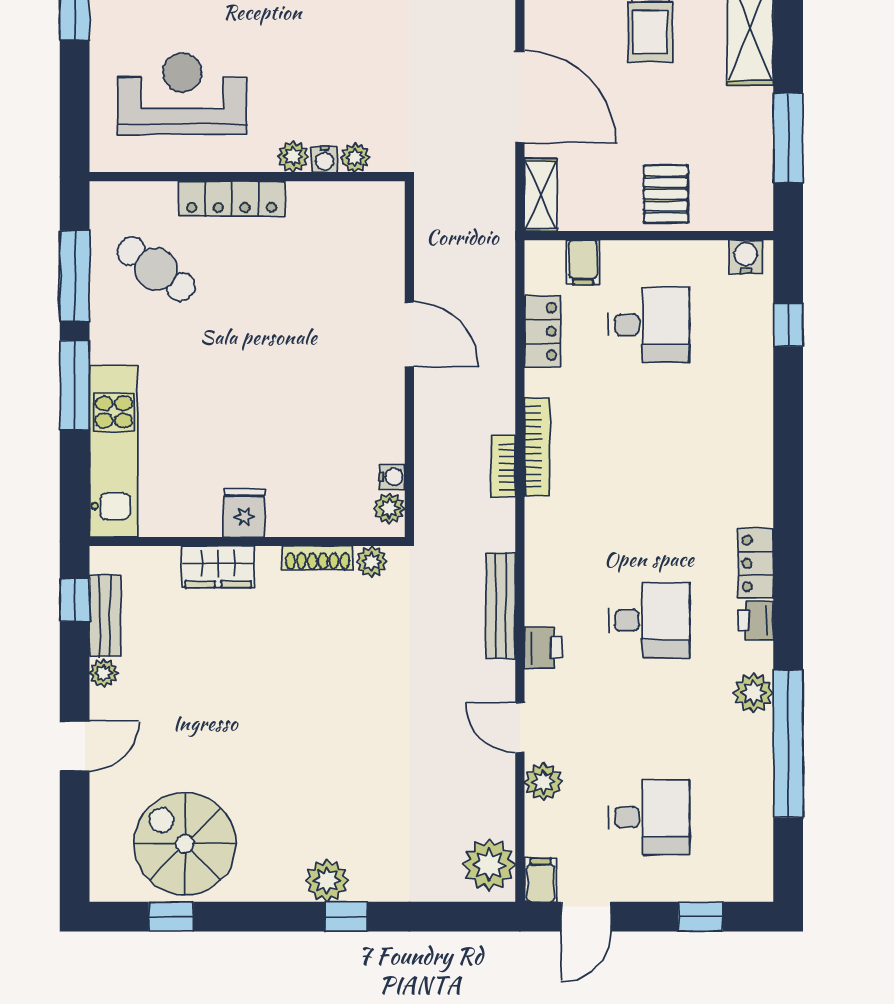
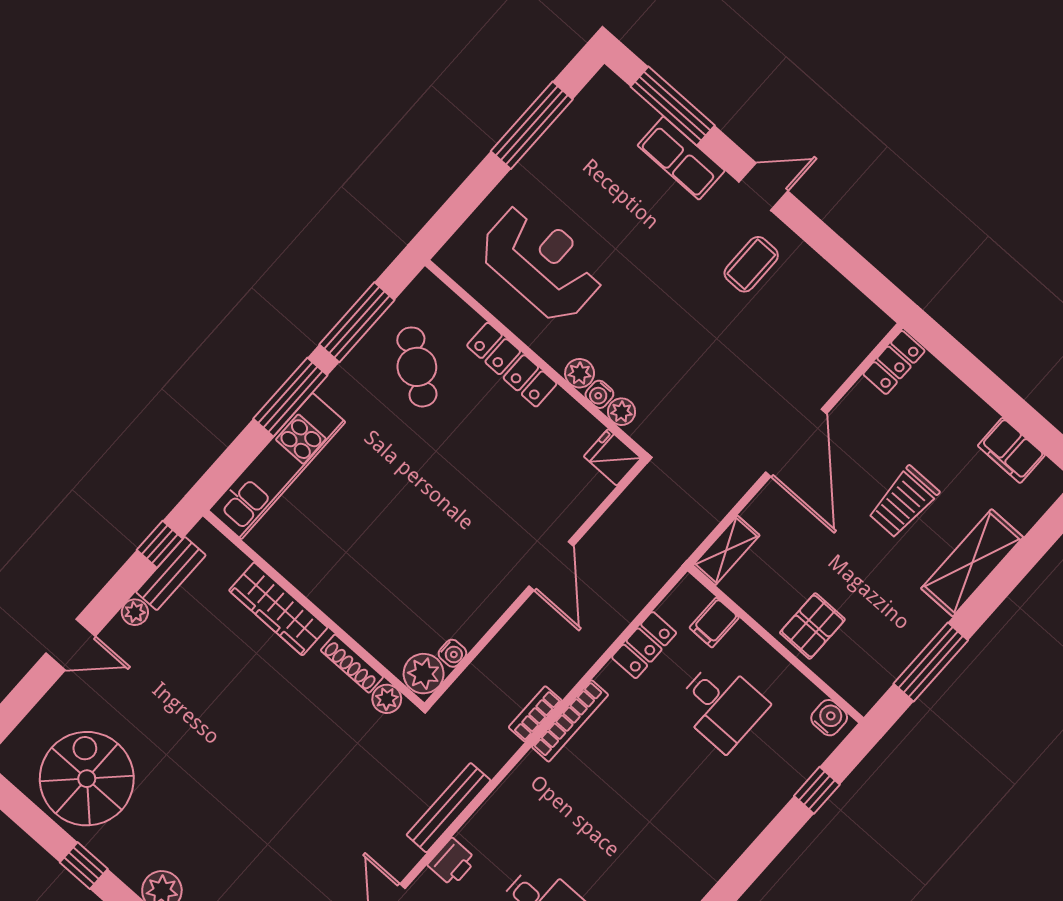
door: (520, 97) -> (796, 443), moved
plant: (389, 508) -> (424, 674), width x1.38, depth x1.38
fridge: (244, 513) -> (612, 457), moved, turned -90
wardrobe: (218, 567) -> (278, 609), width x1.50
window: (171, 917) -> (84, 866), moved

